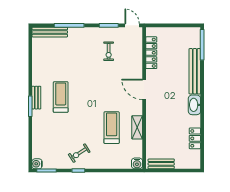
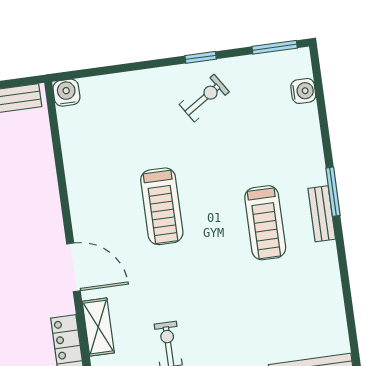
shelving: (137, 127) -> (98, 327), moved
treadmill: (112, 128) -> (162, 206), moved
water cooler: (37, 164) -> (303, 91), moved

